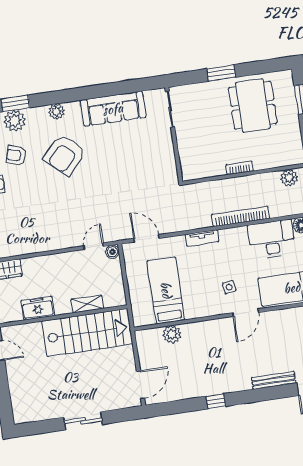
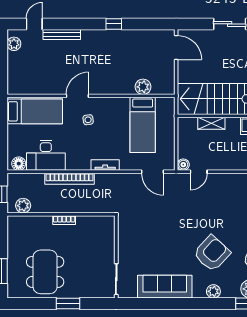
door: (141, 385) -> (176, 48), swing flipped

